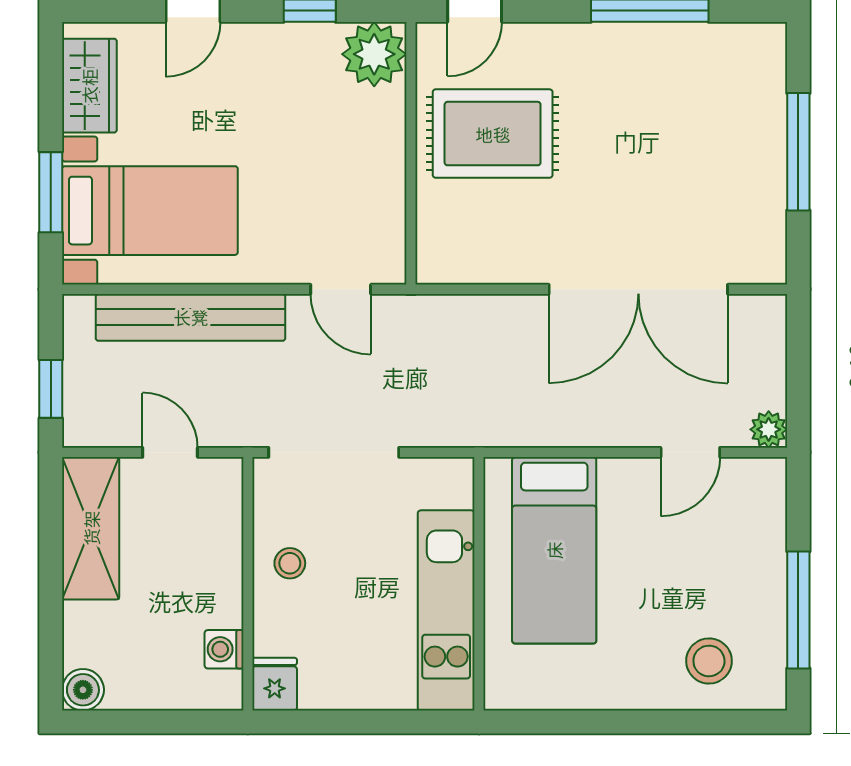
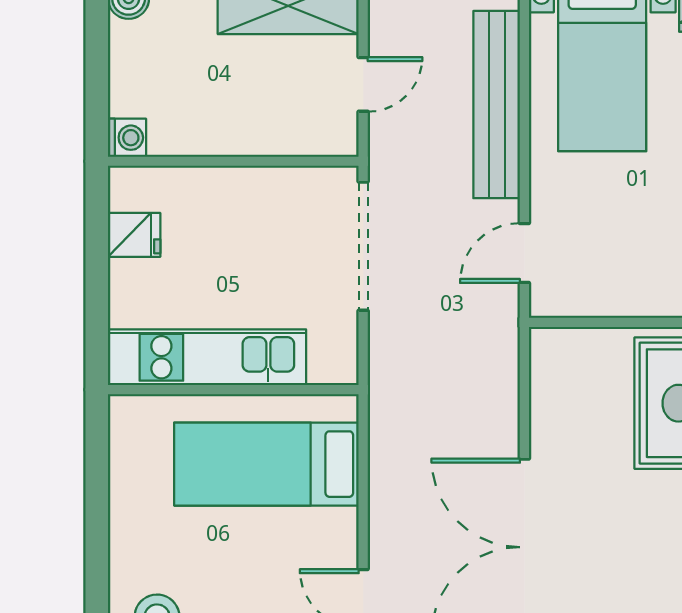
stool: (290, 563) -> (254, 203), removed
washing machine: (224, 649) -> (127, 138), moved, turned 90
fridge: (275, 684) -> (134, 235), moved

